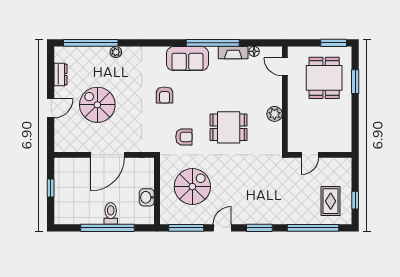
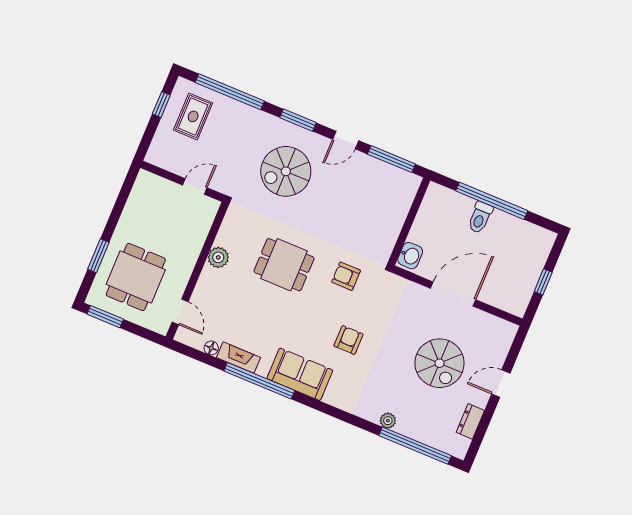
spiral stairs: (192, 187) -> (286, 171), moved
washbasin: (147, 197) -> (410, 256), moved

